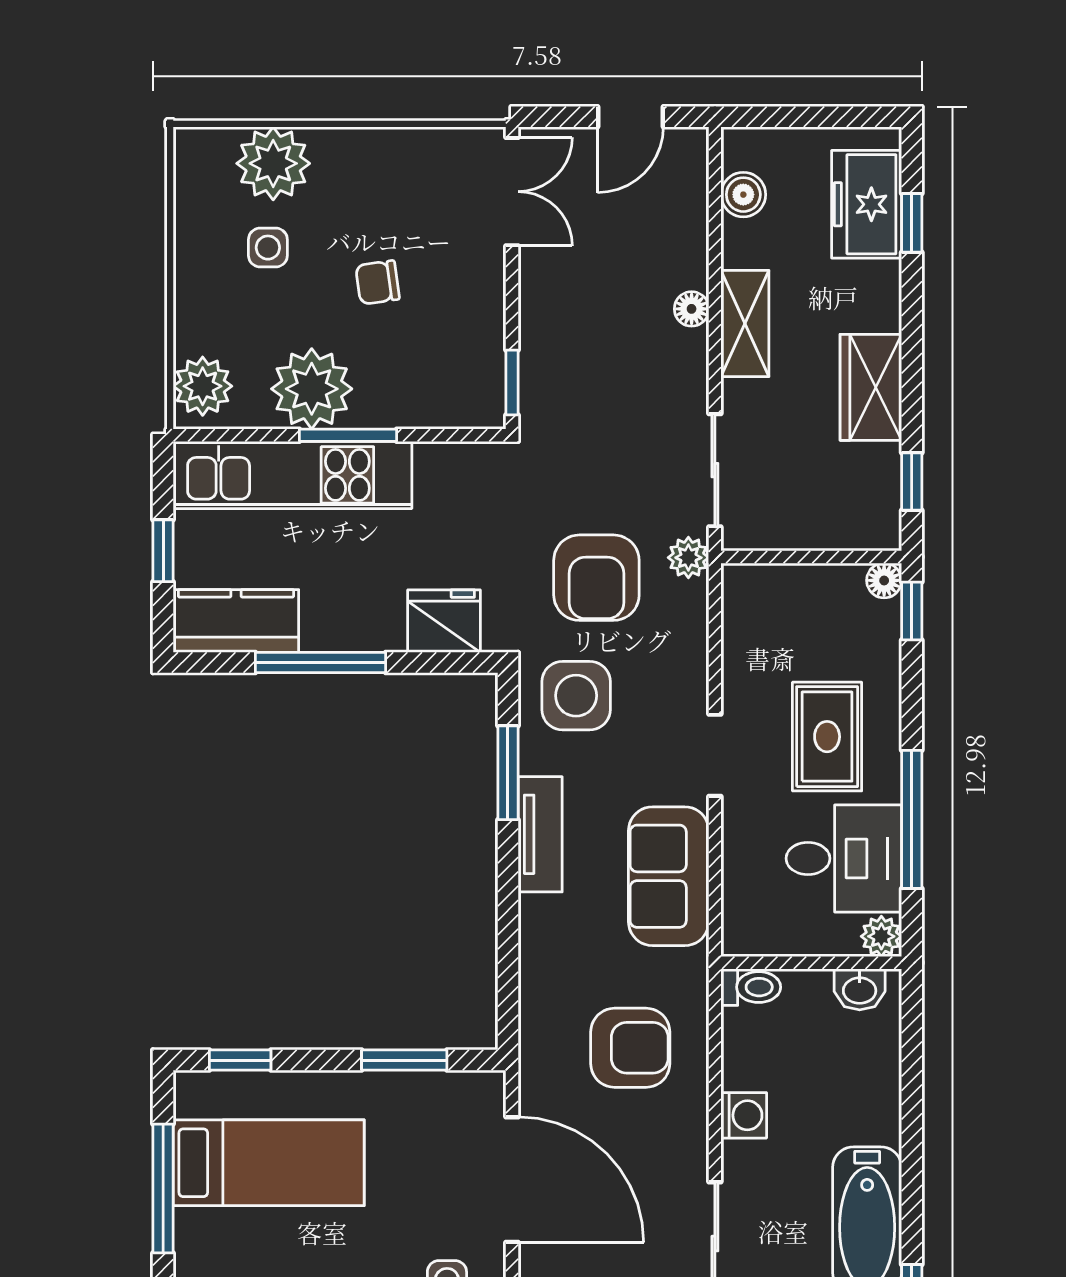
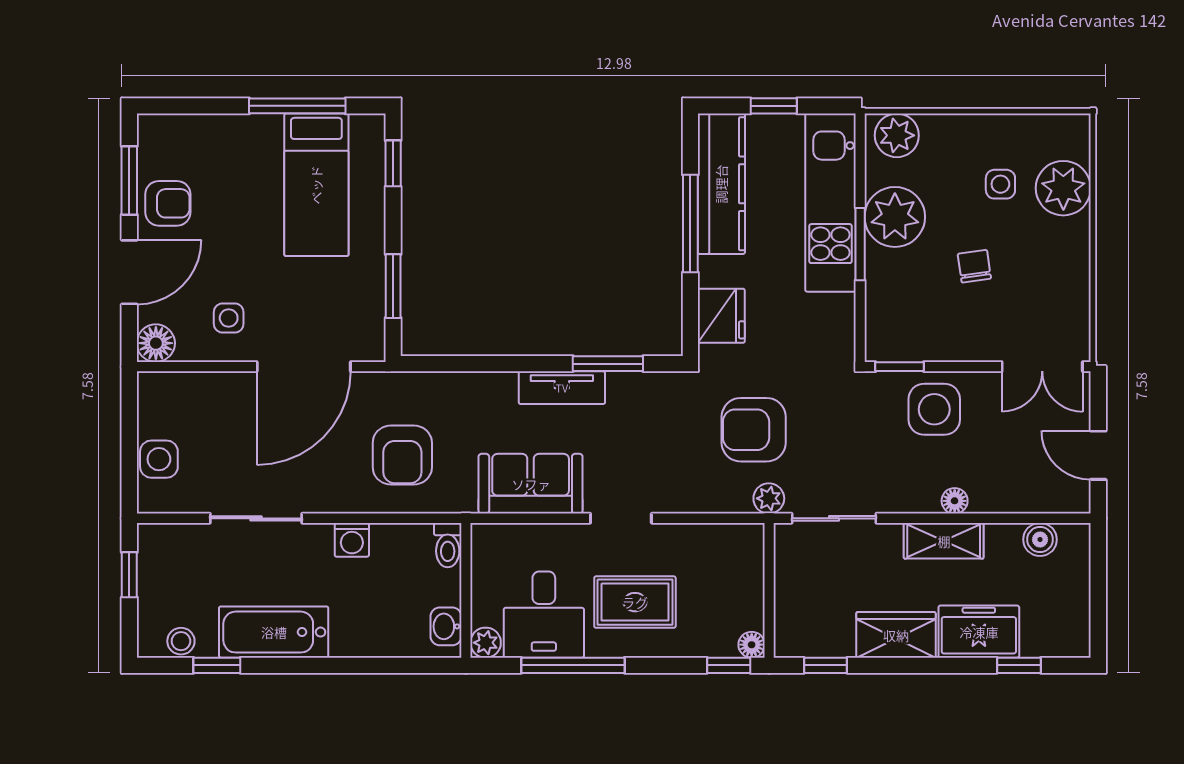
freezer: (867, 204) -> (979, 632), moved
kitchen counter: (236, 621) -> (721, 184), width x1.50
side table: (576, 696) -> (934, 409), moved

